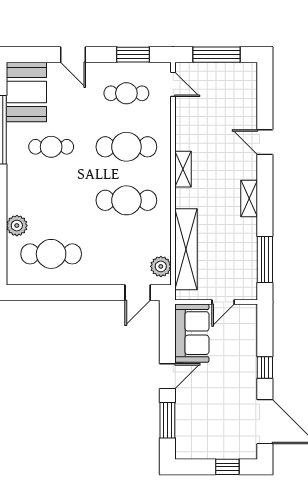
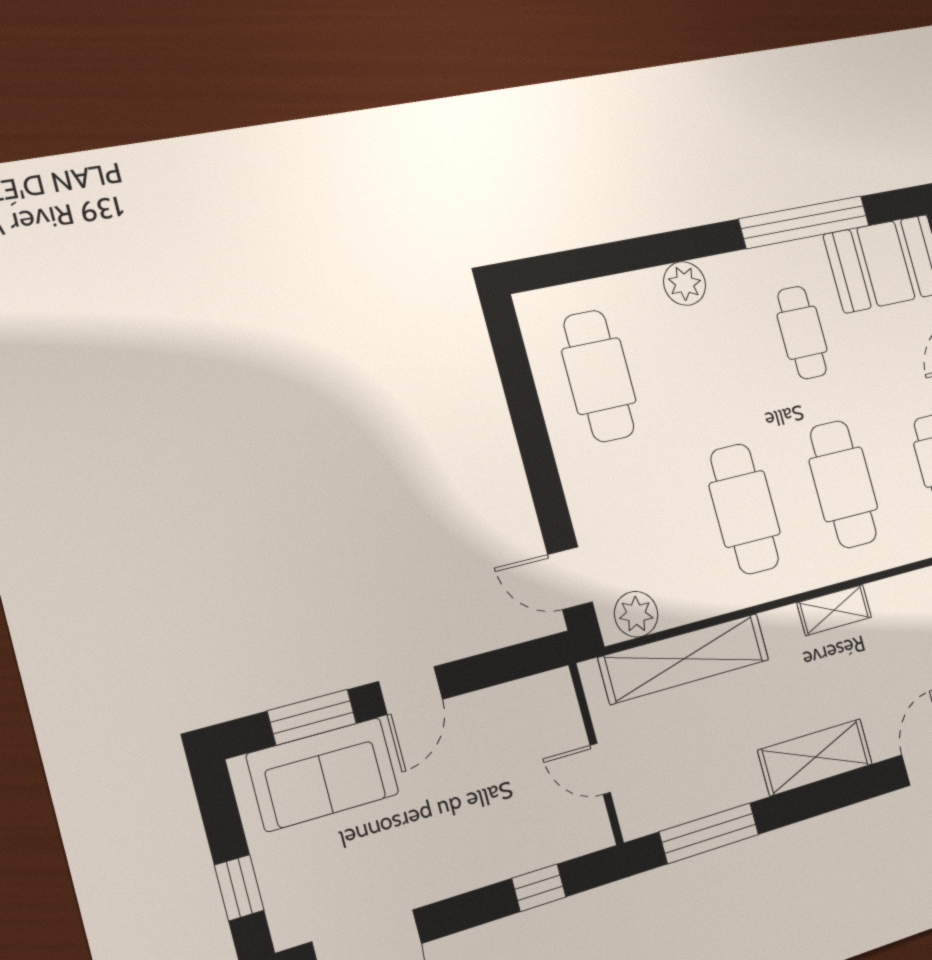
shelving: (249, 199) -> (815, 757), width x1.50, depth x1.33
plant: (17, 226) -> (685, 283), moved
sofa: (192, 333) -> (323, 774), moved
window: (265, 368) -> (539, 888), moved
door: (167, 376) -> (411, 690), hinge flipped

